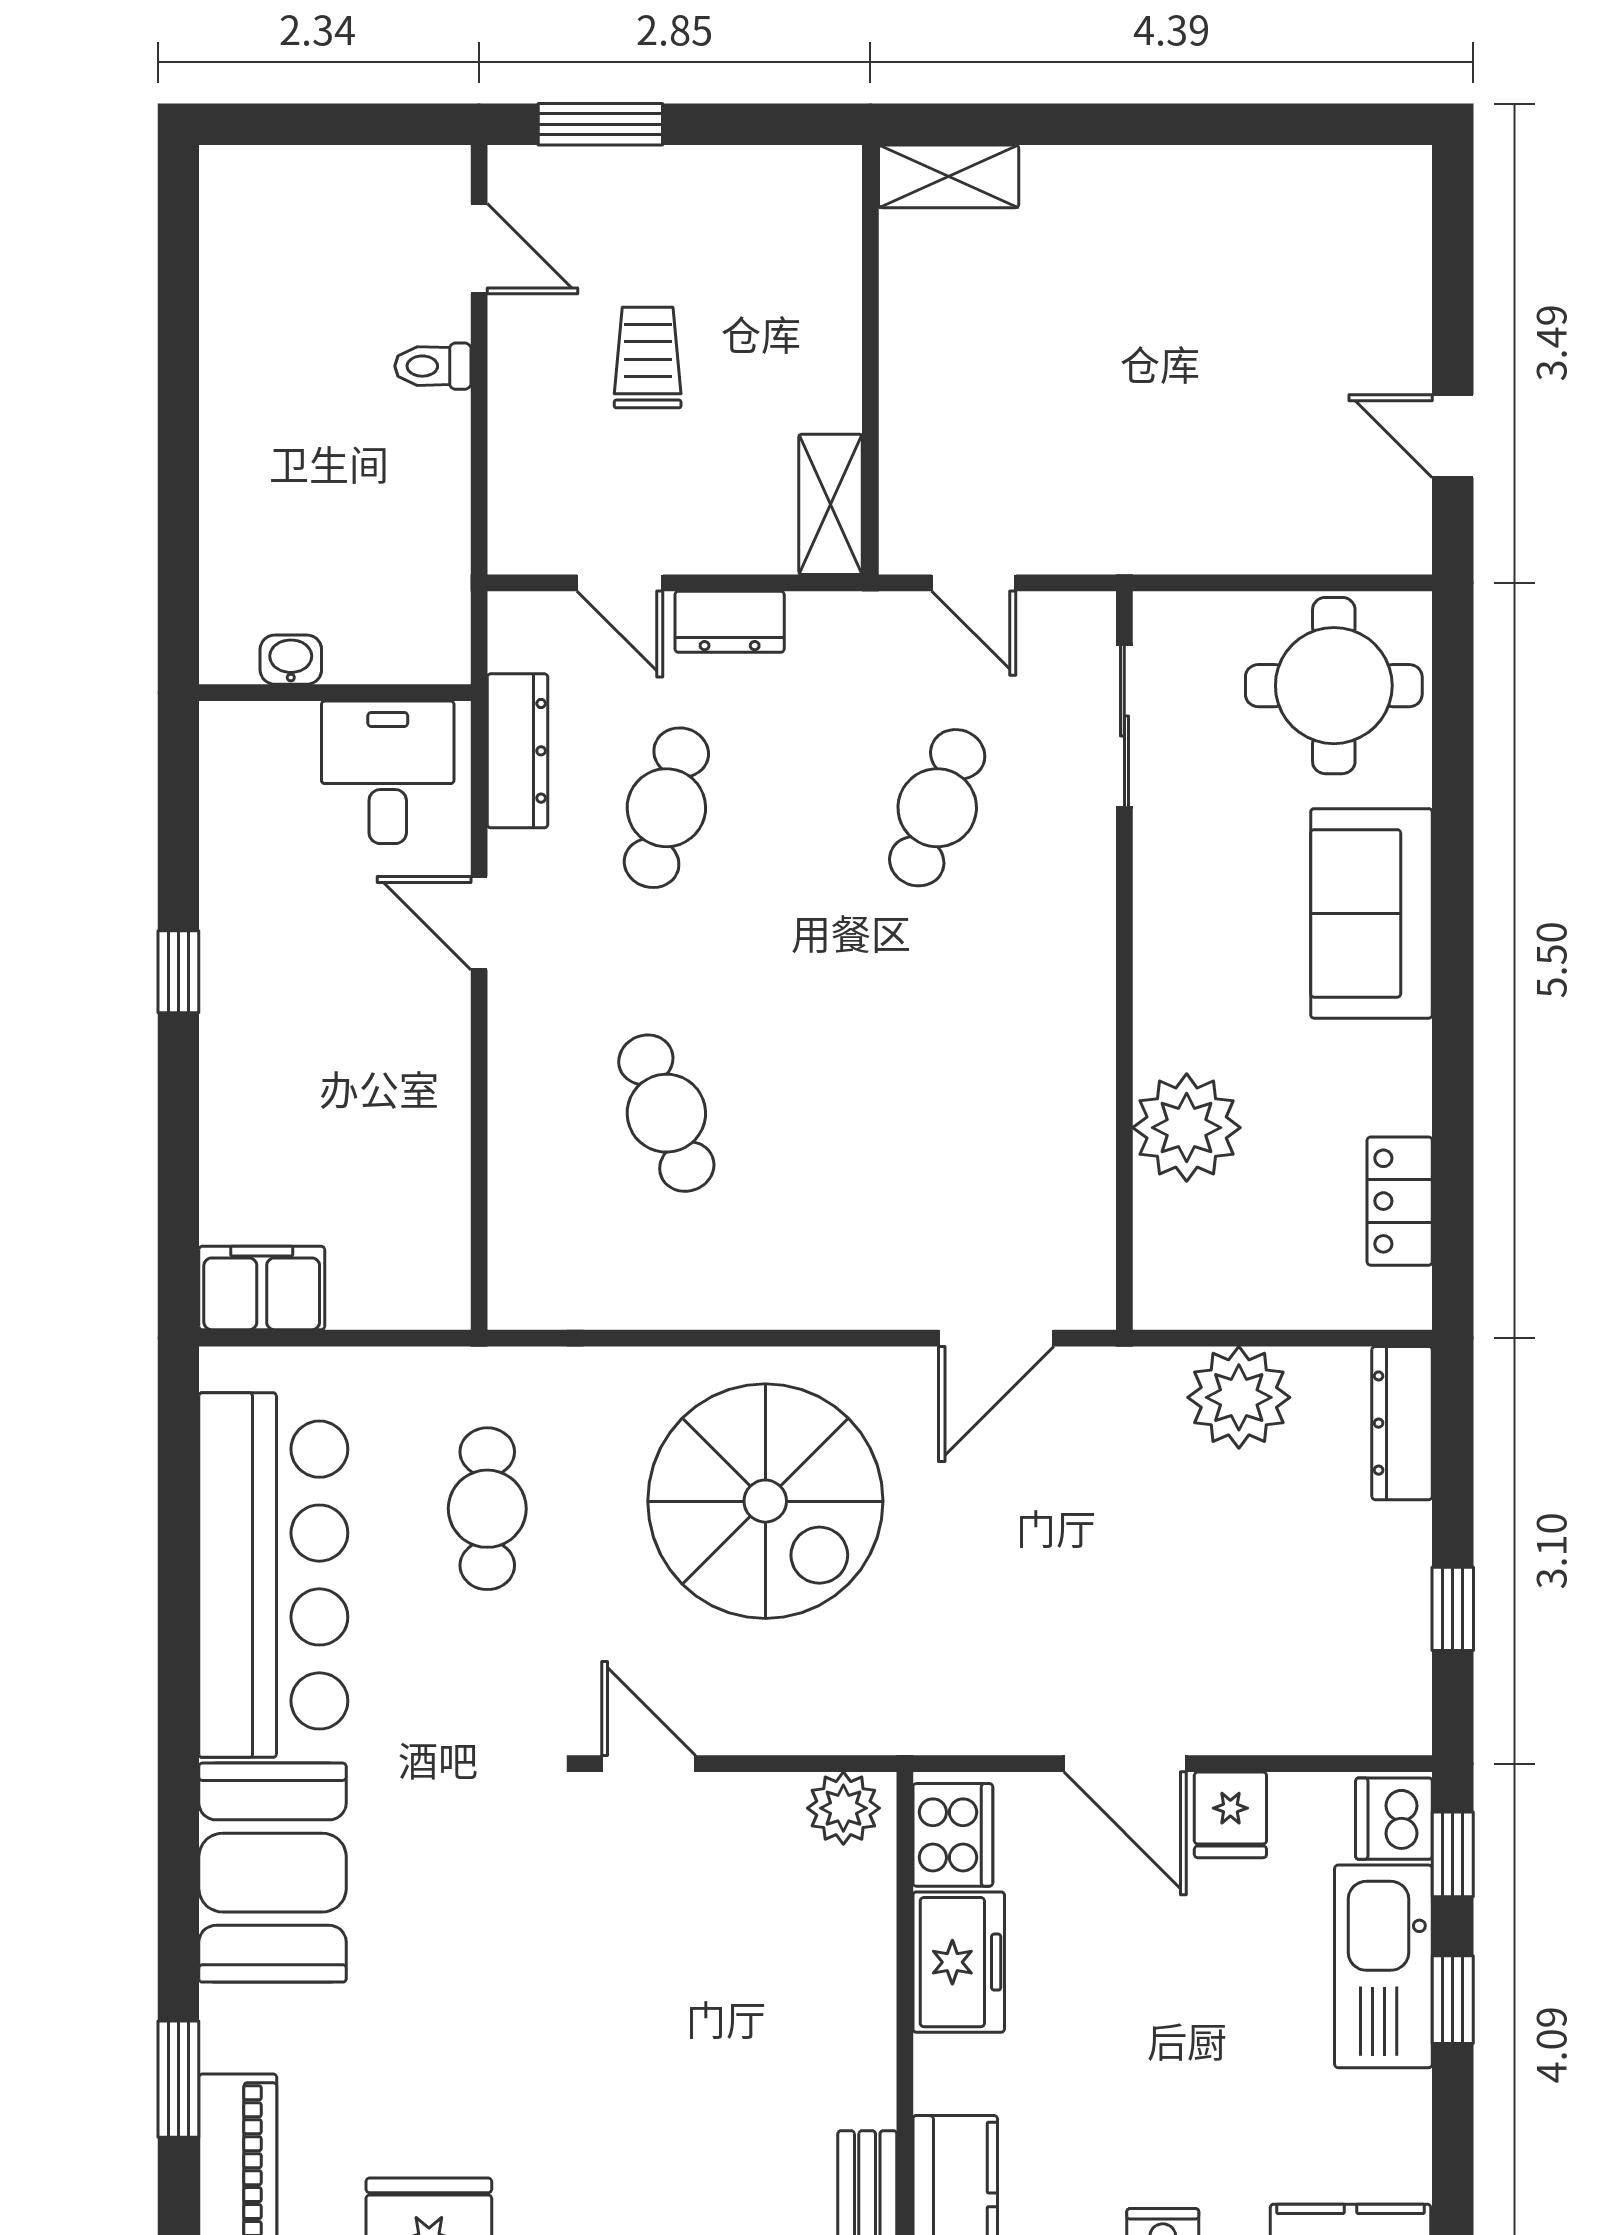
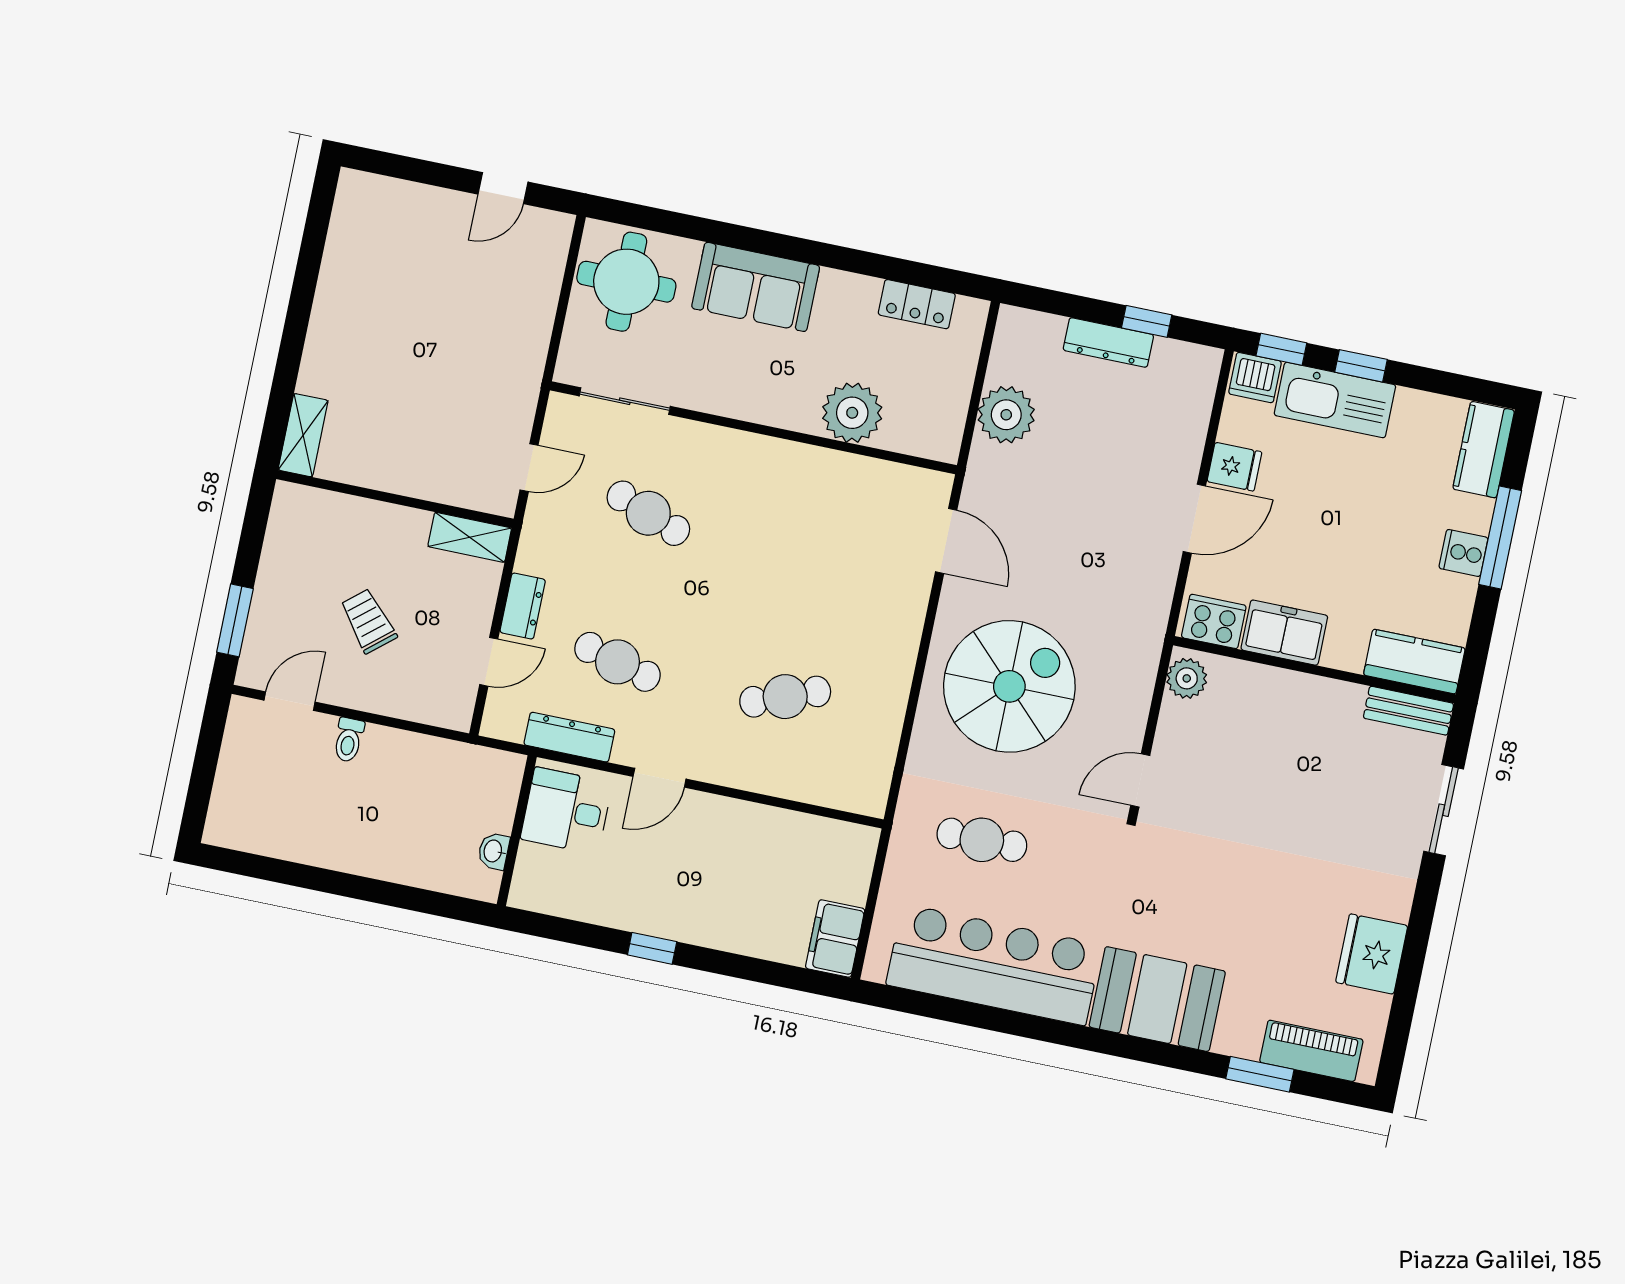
trolley: (648, 358) -> (368, 621), turned 50
dresser: (1402, 1423) -> (1108, 342), moved

